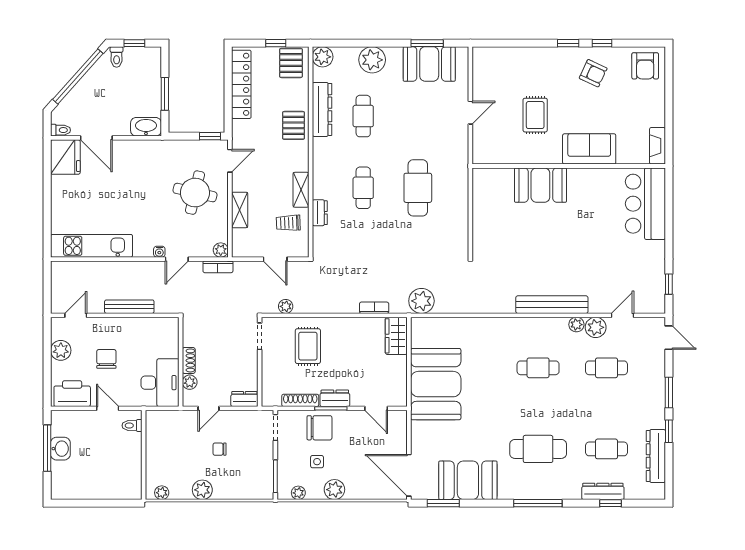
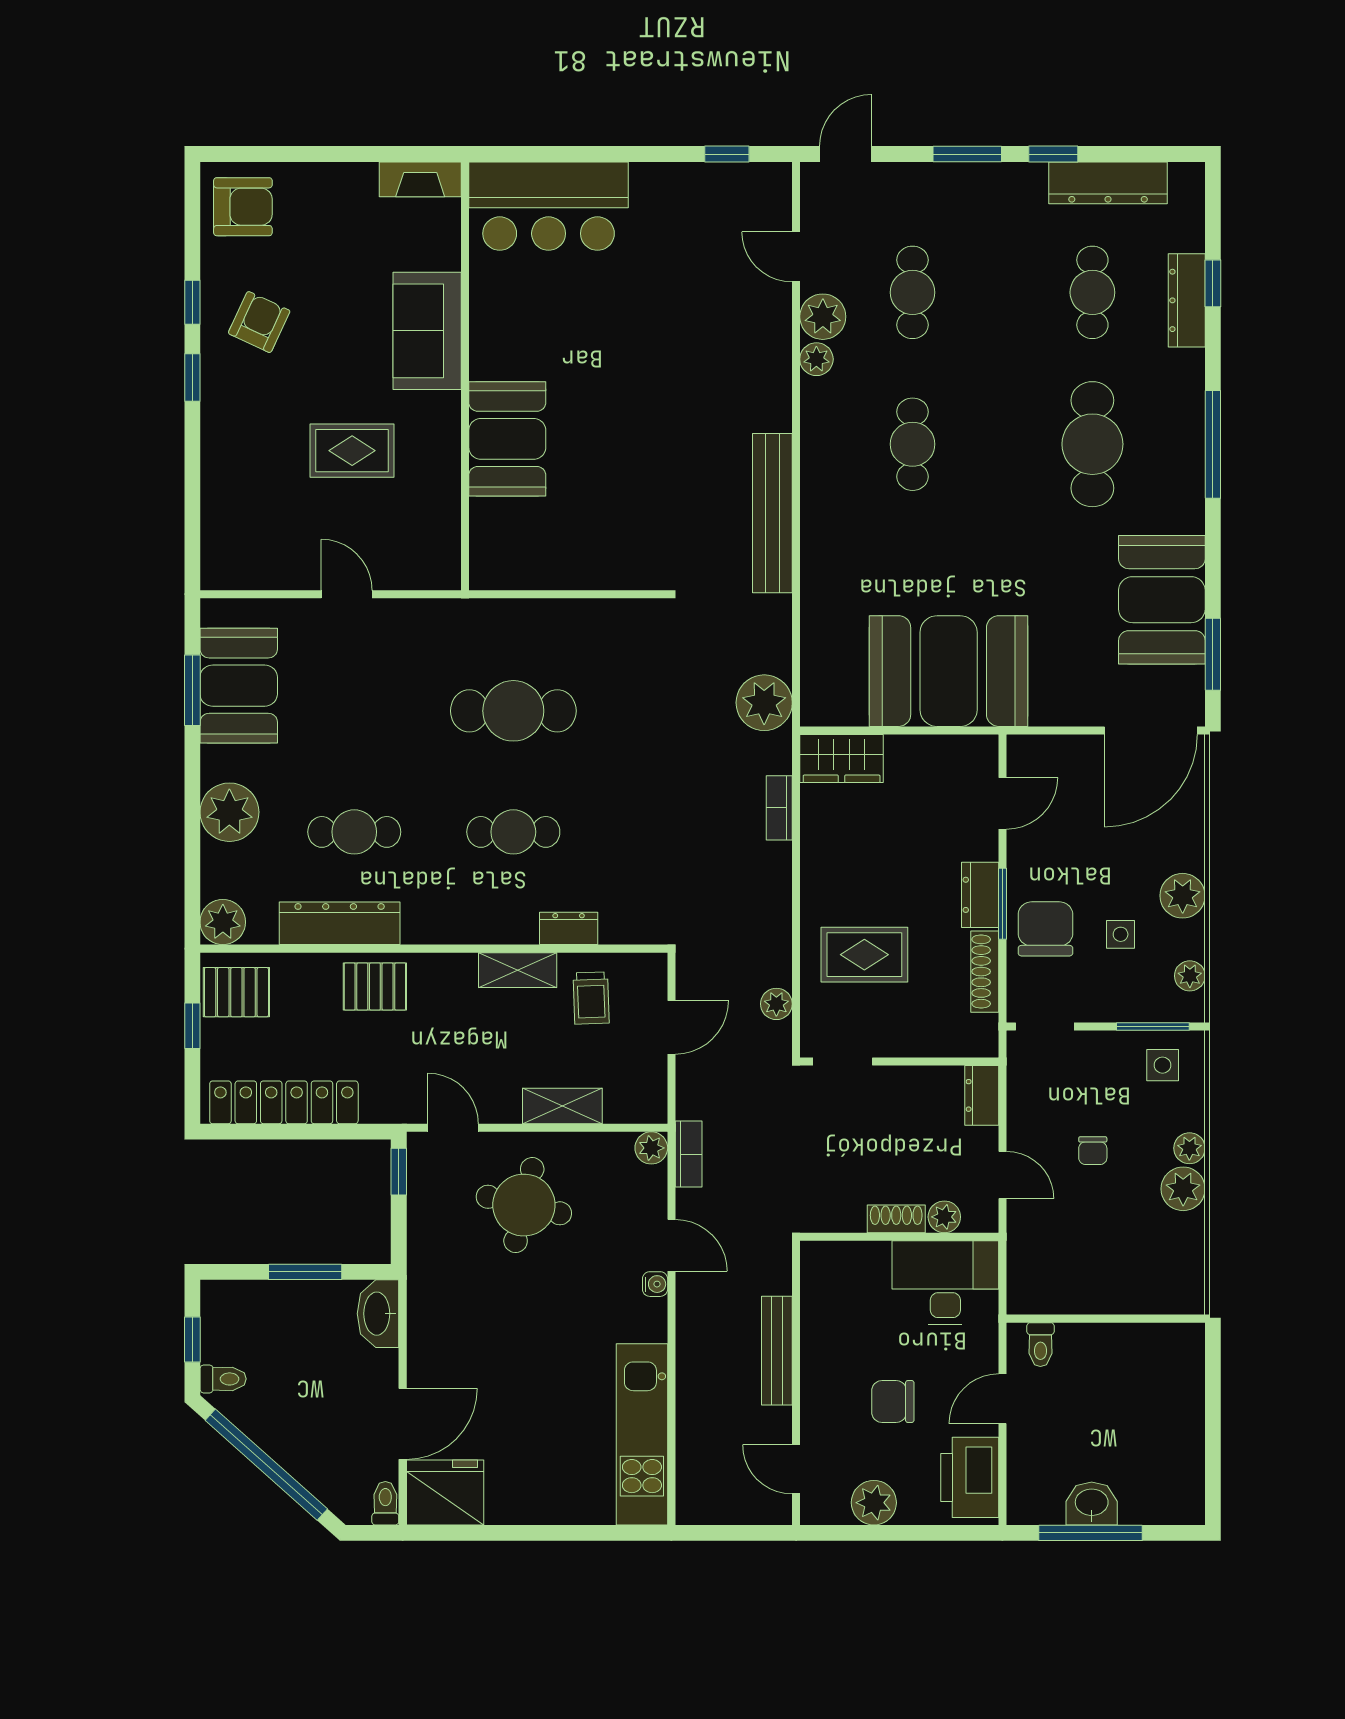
bench: (552, 305) -> (772, 513), moved
side table: (258, 481) -> (1163, 1065), added
plant: (162, 493) -> (1189, 1148), moved

